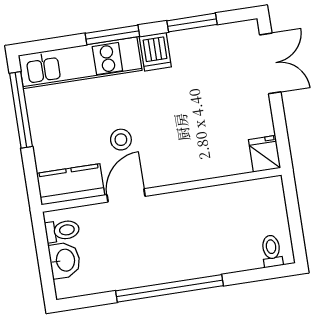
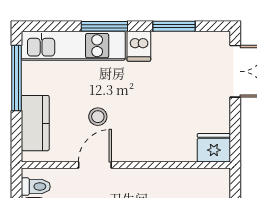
fridge: (264, 154) -> (214, 148), width x1.38
kitchen counter: (71, 184) -> (35, 123), moved, turned 90

